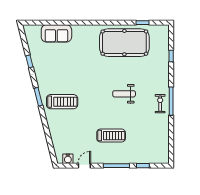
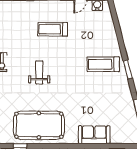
sofa: (56, 33) -> (94, 135), moved
weight bench: (124, 94) -> (39, 72), turned -90

